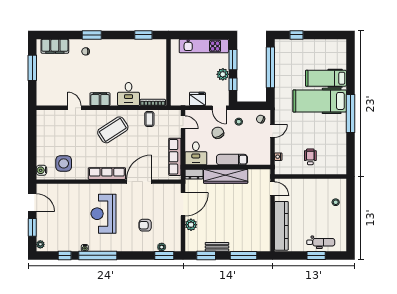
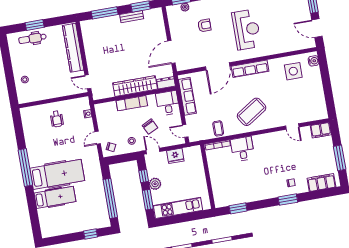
filing cabinet: (100, 99) -> (321, 130), moved
plant: (191, 225) -> (160, 34), removed

